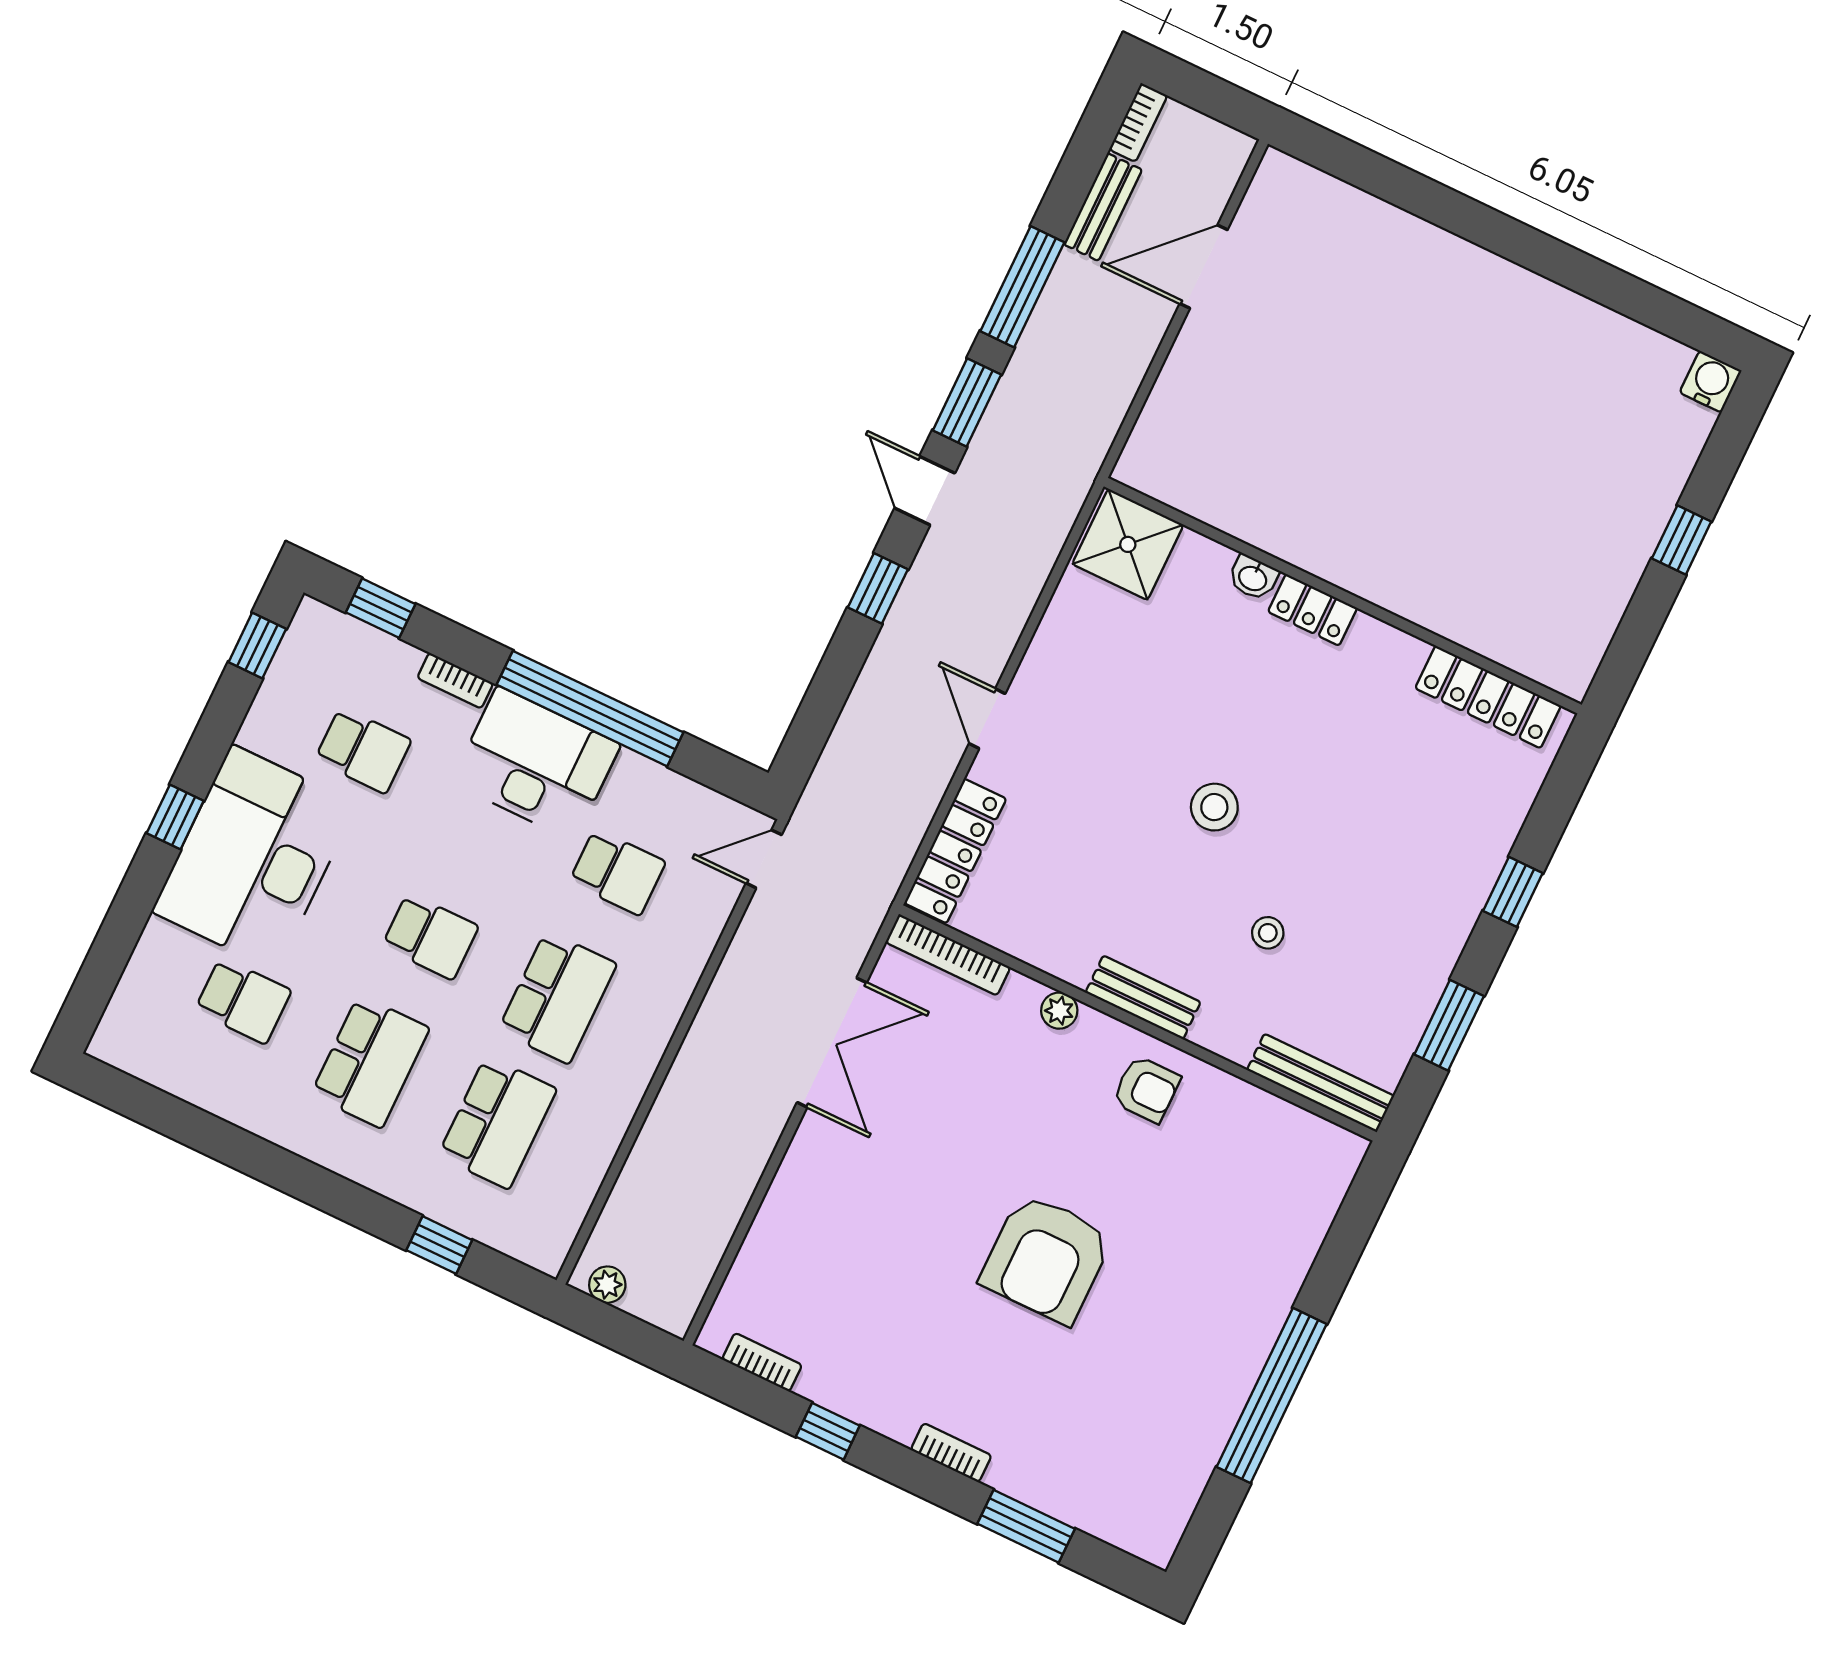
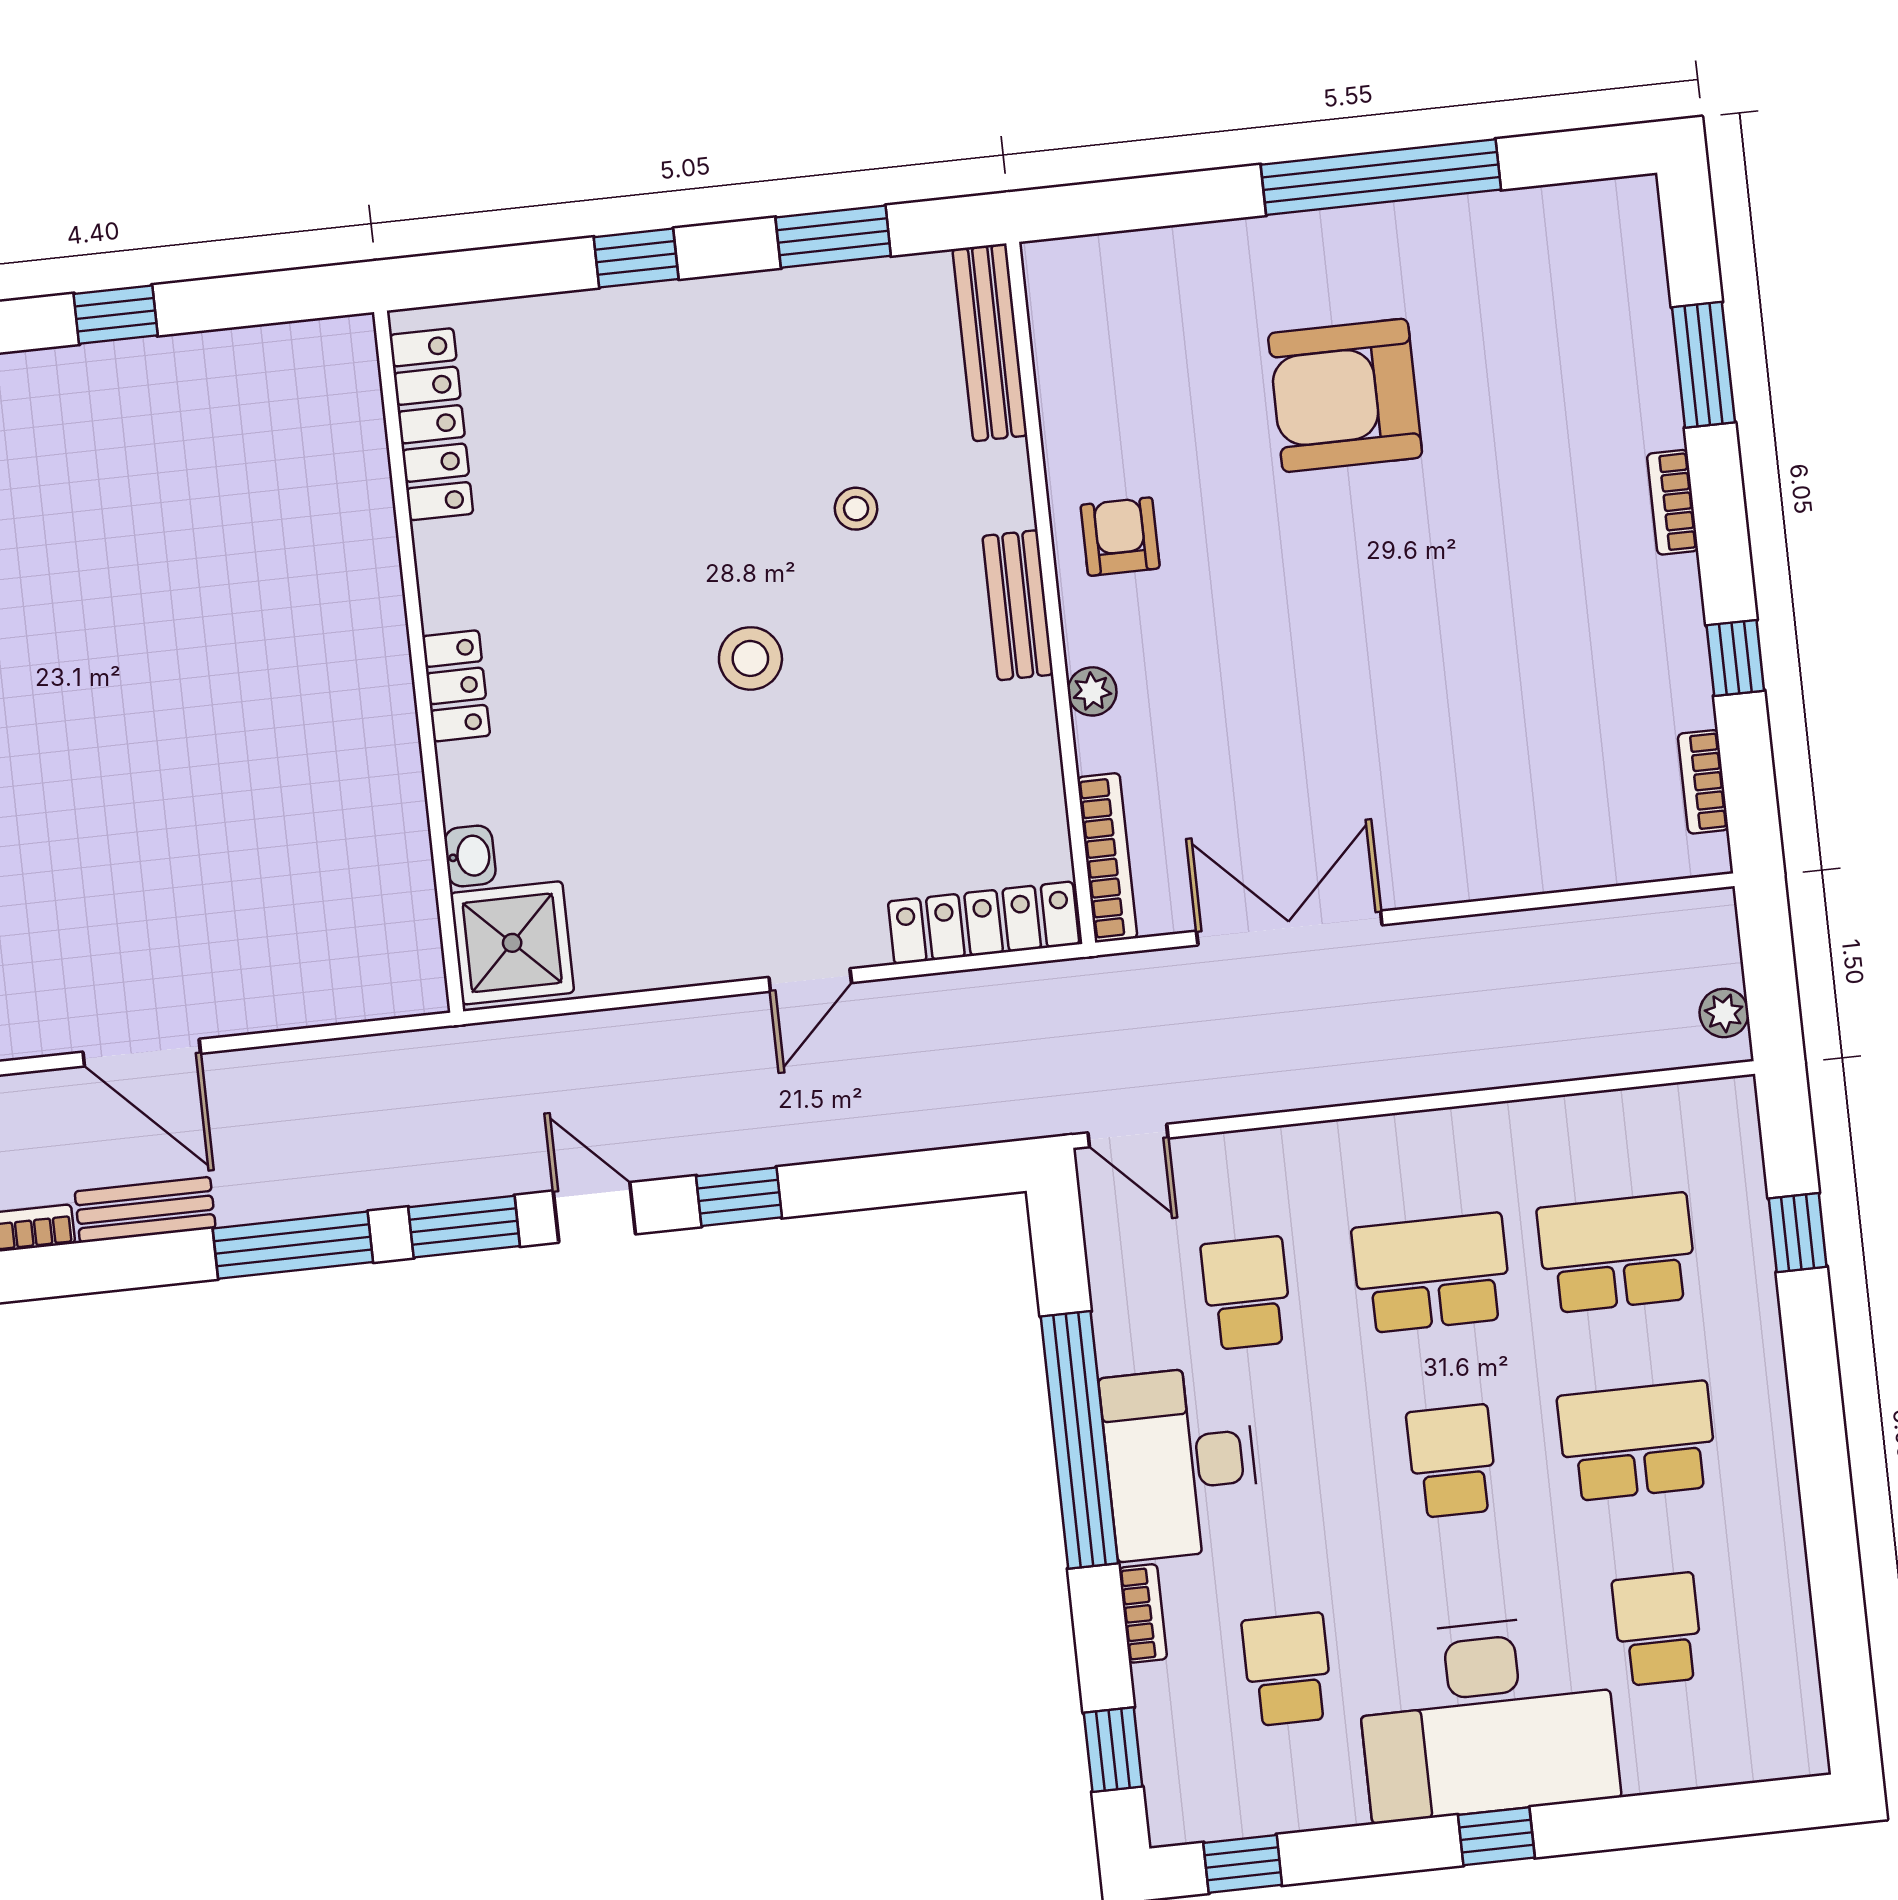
door: (925, 491) -> (594, 1212), swing flipped
washbasin: (1253, 578) -> (470, 856), moved
armchair: (1046, 1258) -> (1345, 395), moved, turned 180

